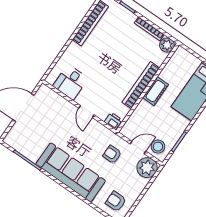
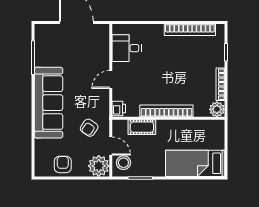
cot: (155, 91) -> (142, 127), moved
armchair: (112, 154) -> (89, 128), turned -145
armchair: (116, 201) -> (63, 164), moved

